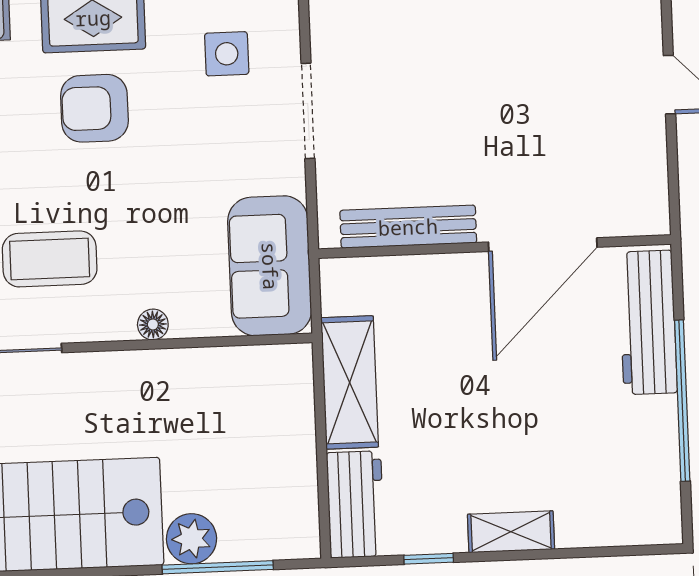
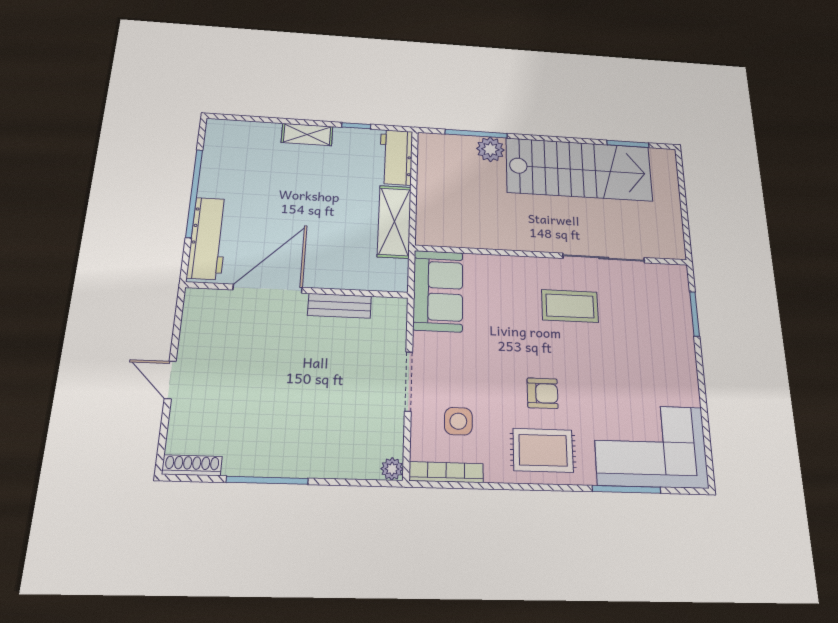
armchair: (94, 108) -> (543, 393), width x0.72, depth x0.72
bench: (408, 227) -> (340, 306), width x0.73
floor lamp: (153, 324) -> (509, 264), removed

